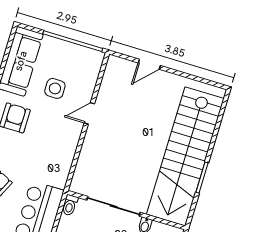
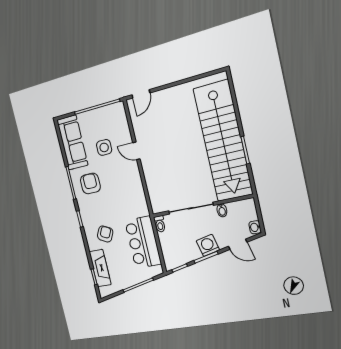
door: (149, 64) -> (141, 94), moved
door: (89, 113) -> (136, 151), hinge flipped

